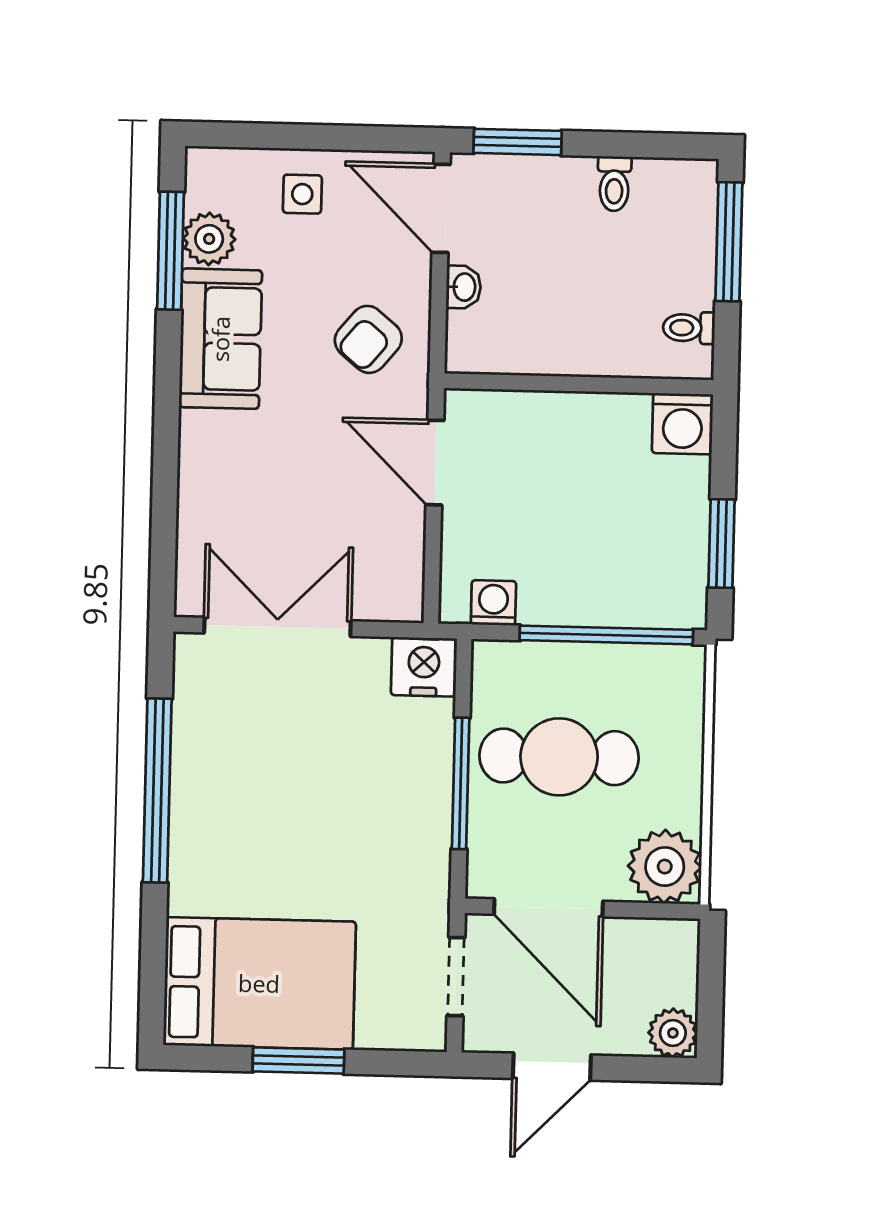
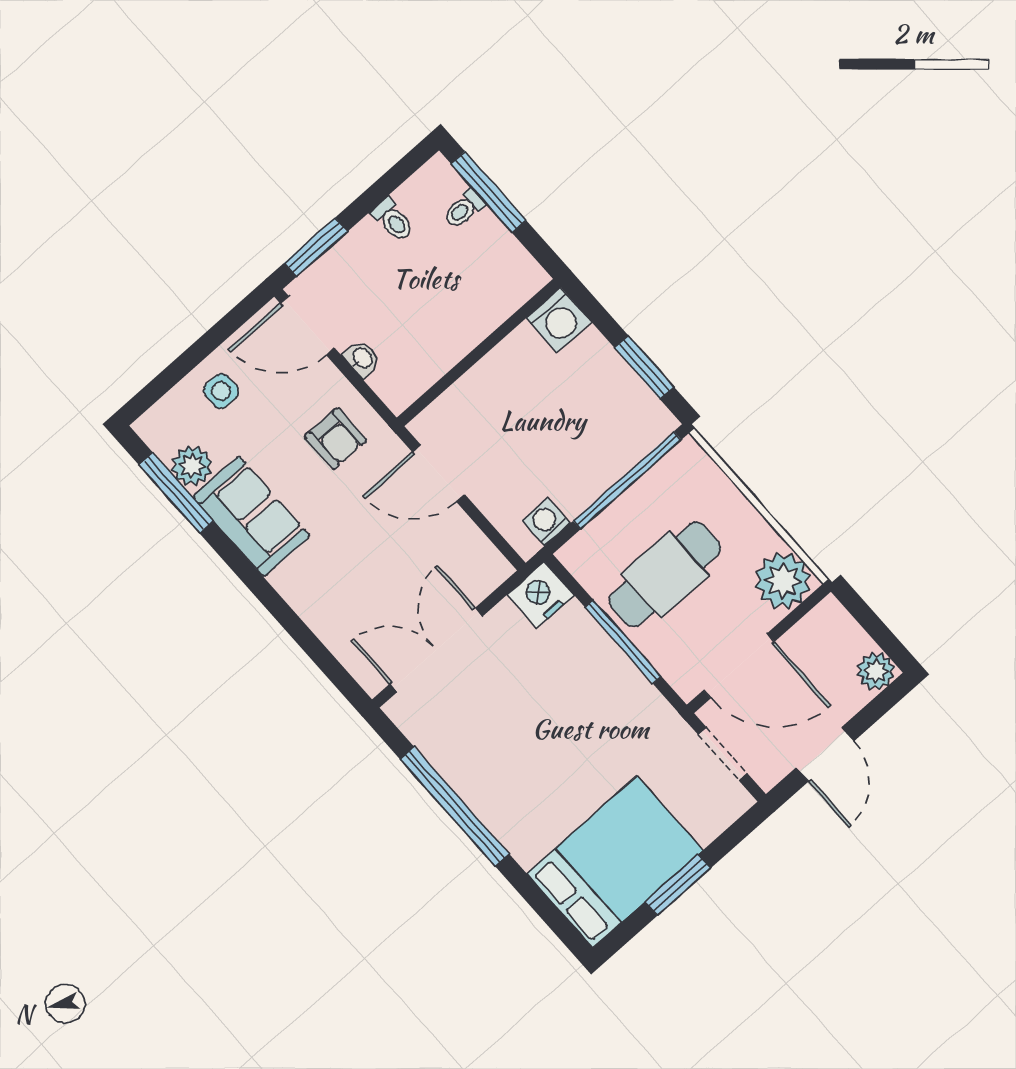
toilet: (689, 328) -> (464, 209), moved
armchair: (368, 339) -> (336, 439), turned -40

